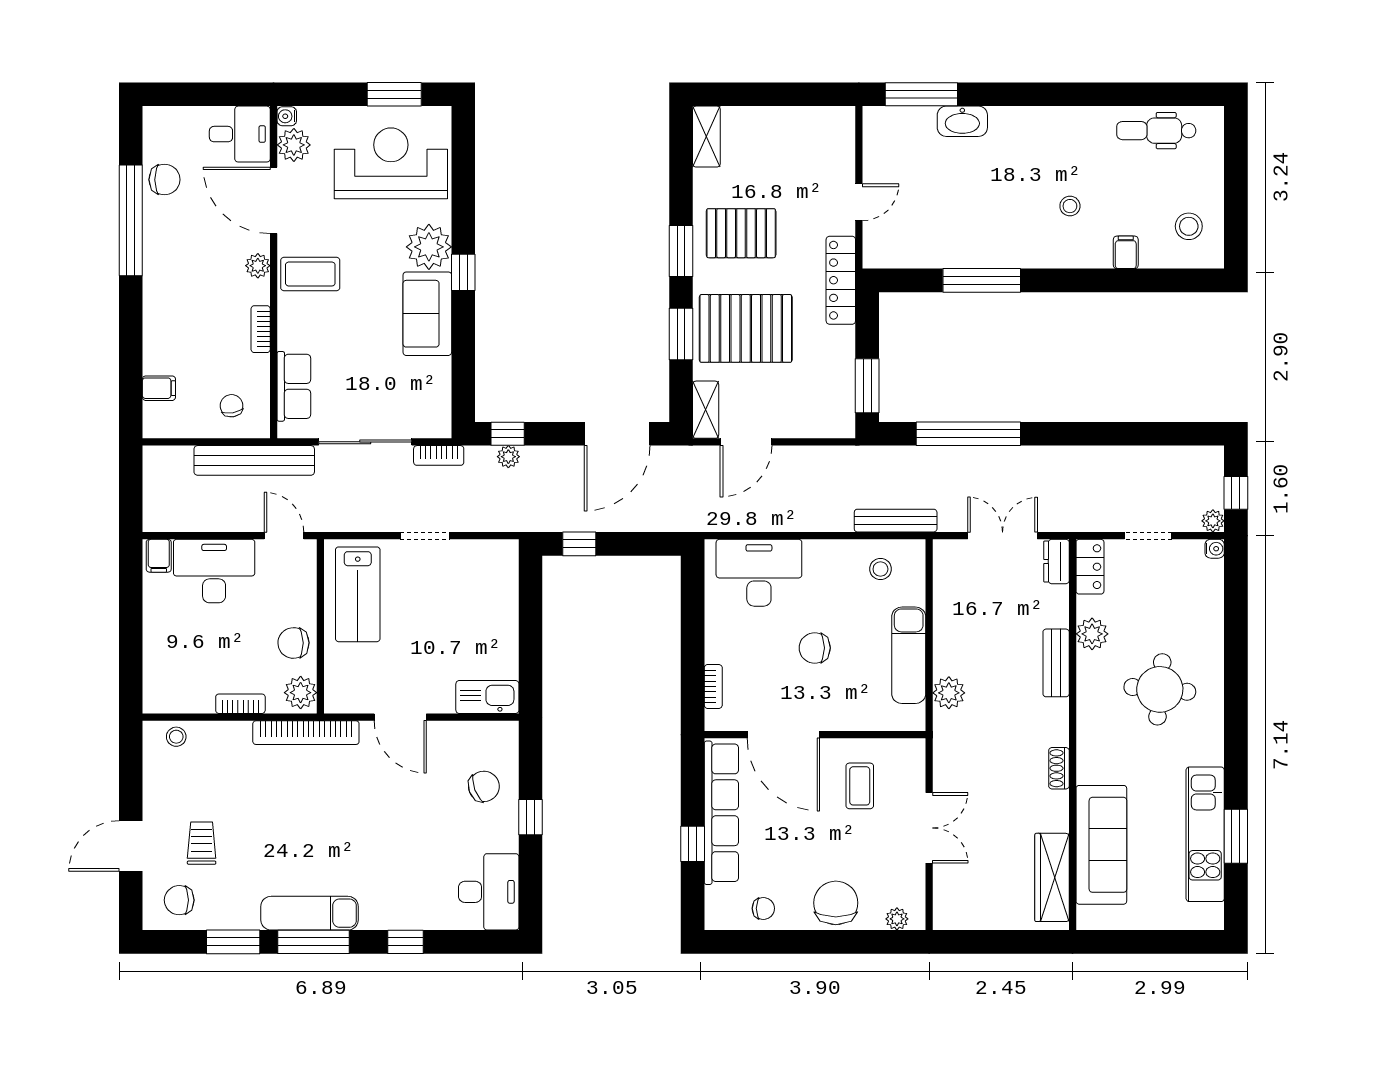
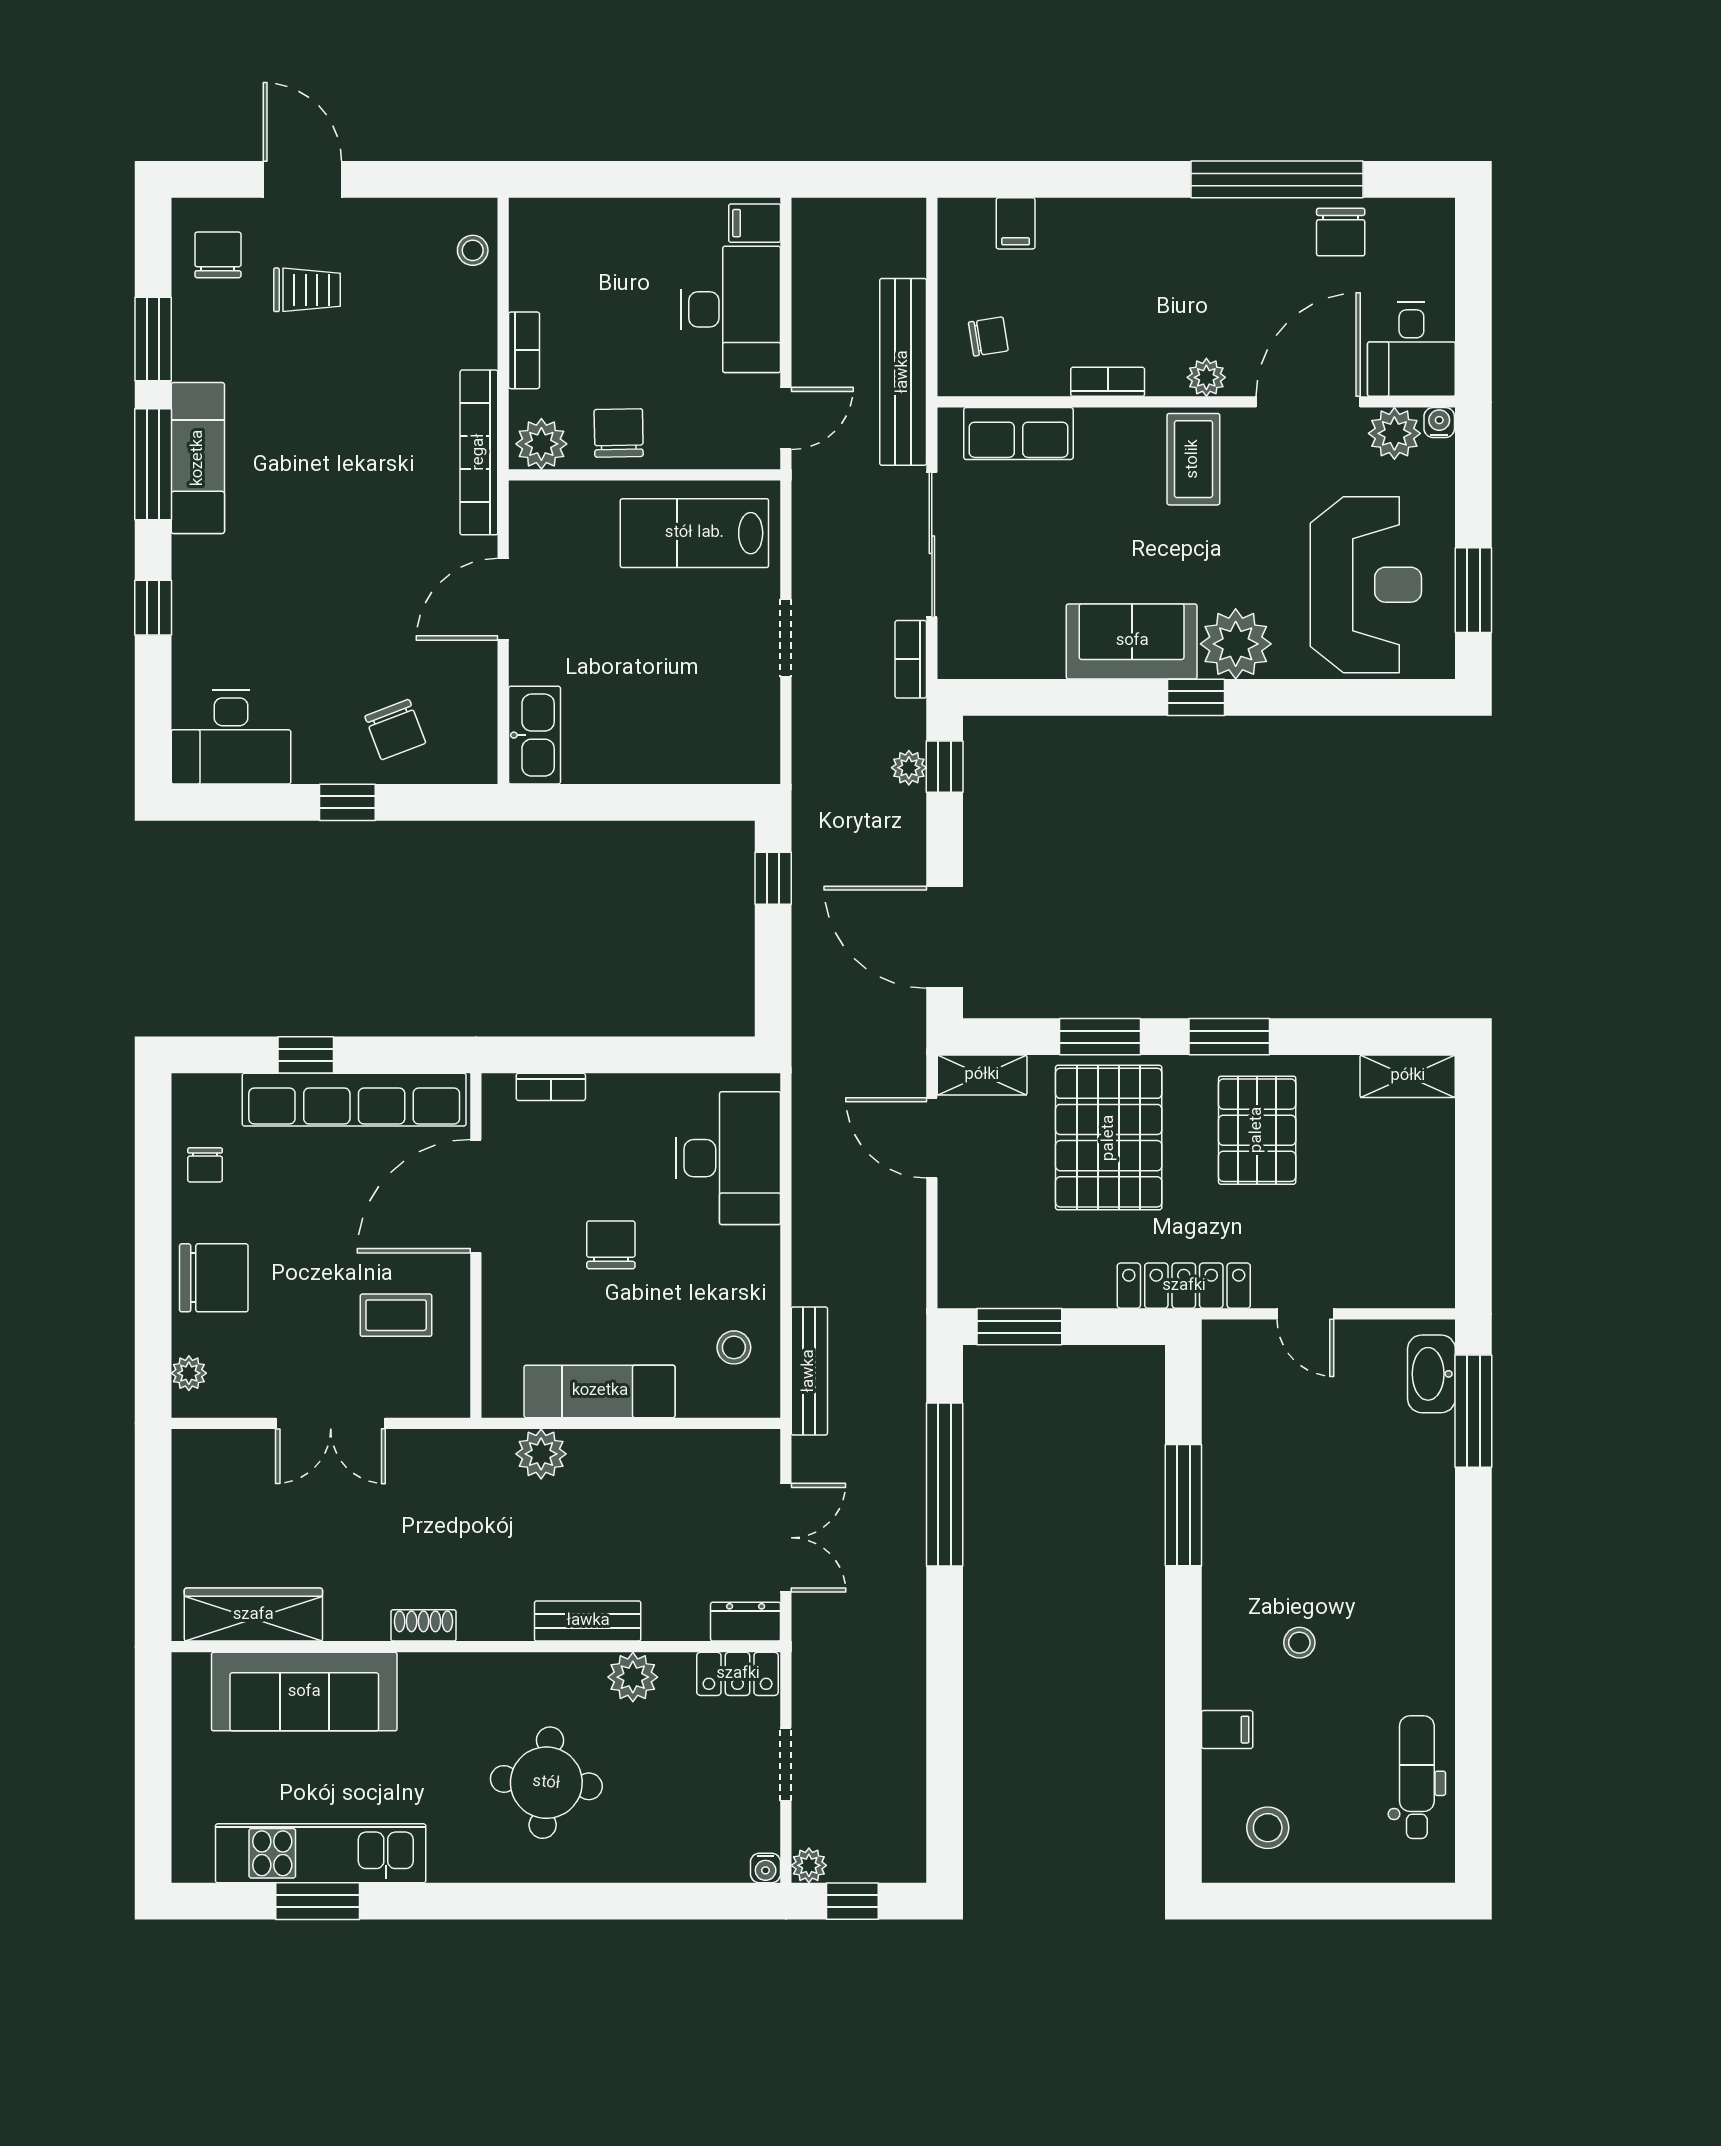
washbasin: (962, 121) -> (1431, 1374), moved

